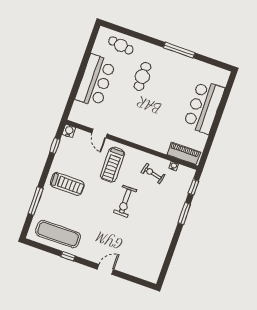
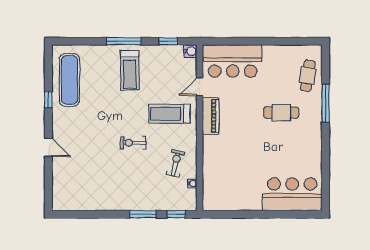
window: (179, 50) -> (325, 103), moved
bar counter: (95, 81) -> (233, 61), moved
bar counter: (204, 107) -> (292, 194), moved
piano: (184, 153) -> (211, 116), moved
window: (35, 201) -> (124, 41), moved
exercise bike: (125, 201) -> (133, 143), width x0.73, depth x0.72

